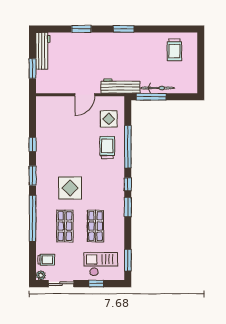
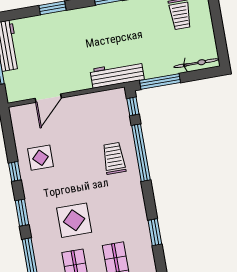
bicycle: (158, 88) -> (196, 63), moved
door: (85, 95) -> (48, 98), moved
display table: (109, 119) -> (40, 158), moved
window: (128, 184) -> (133, 106), moved

